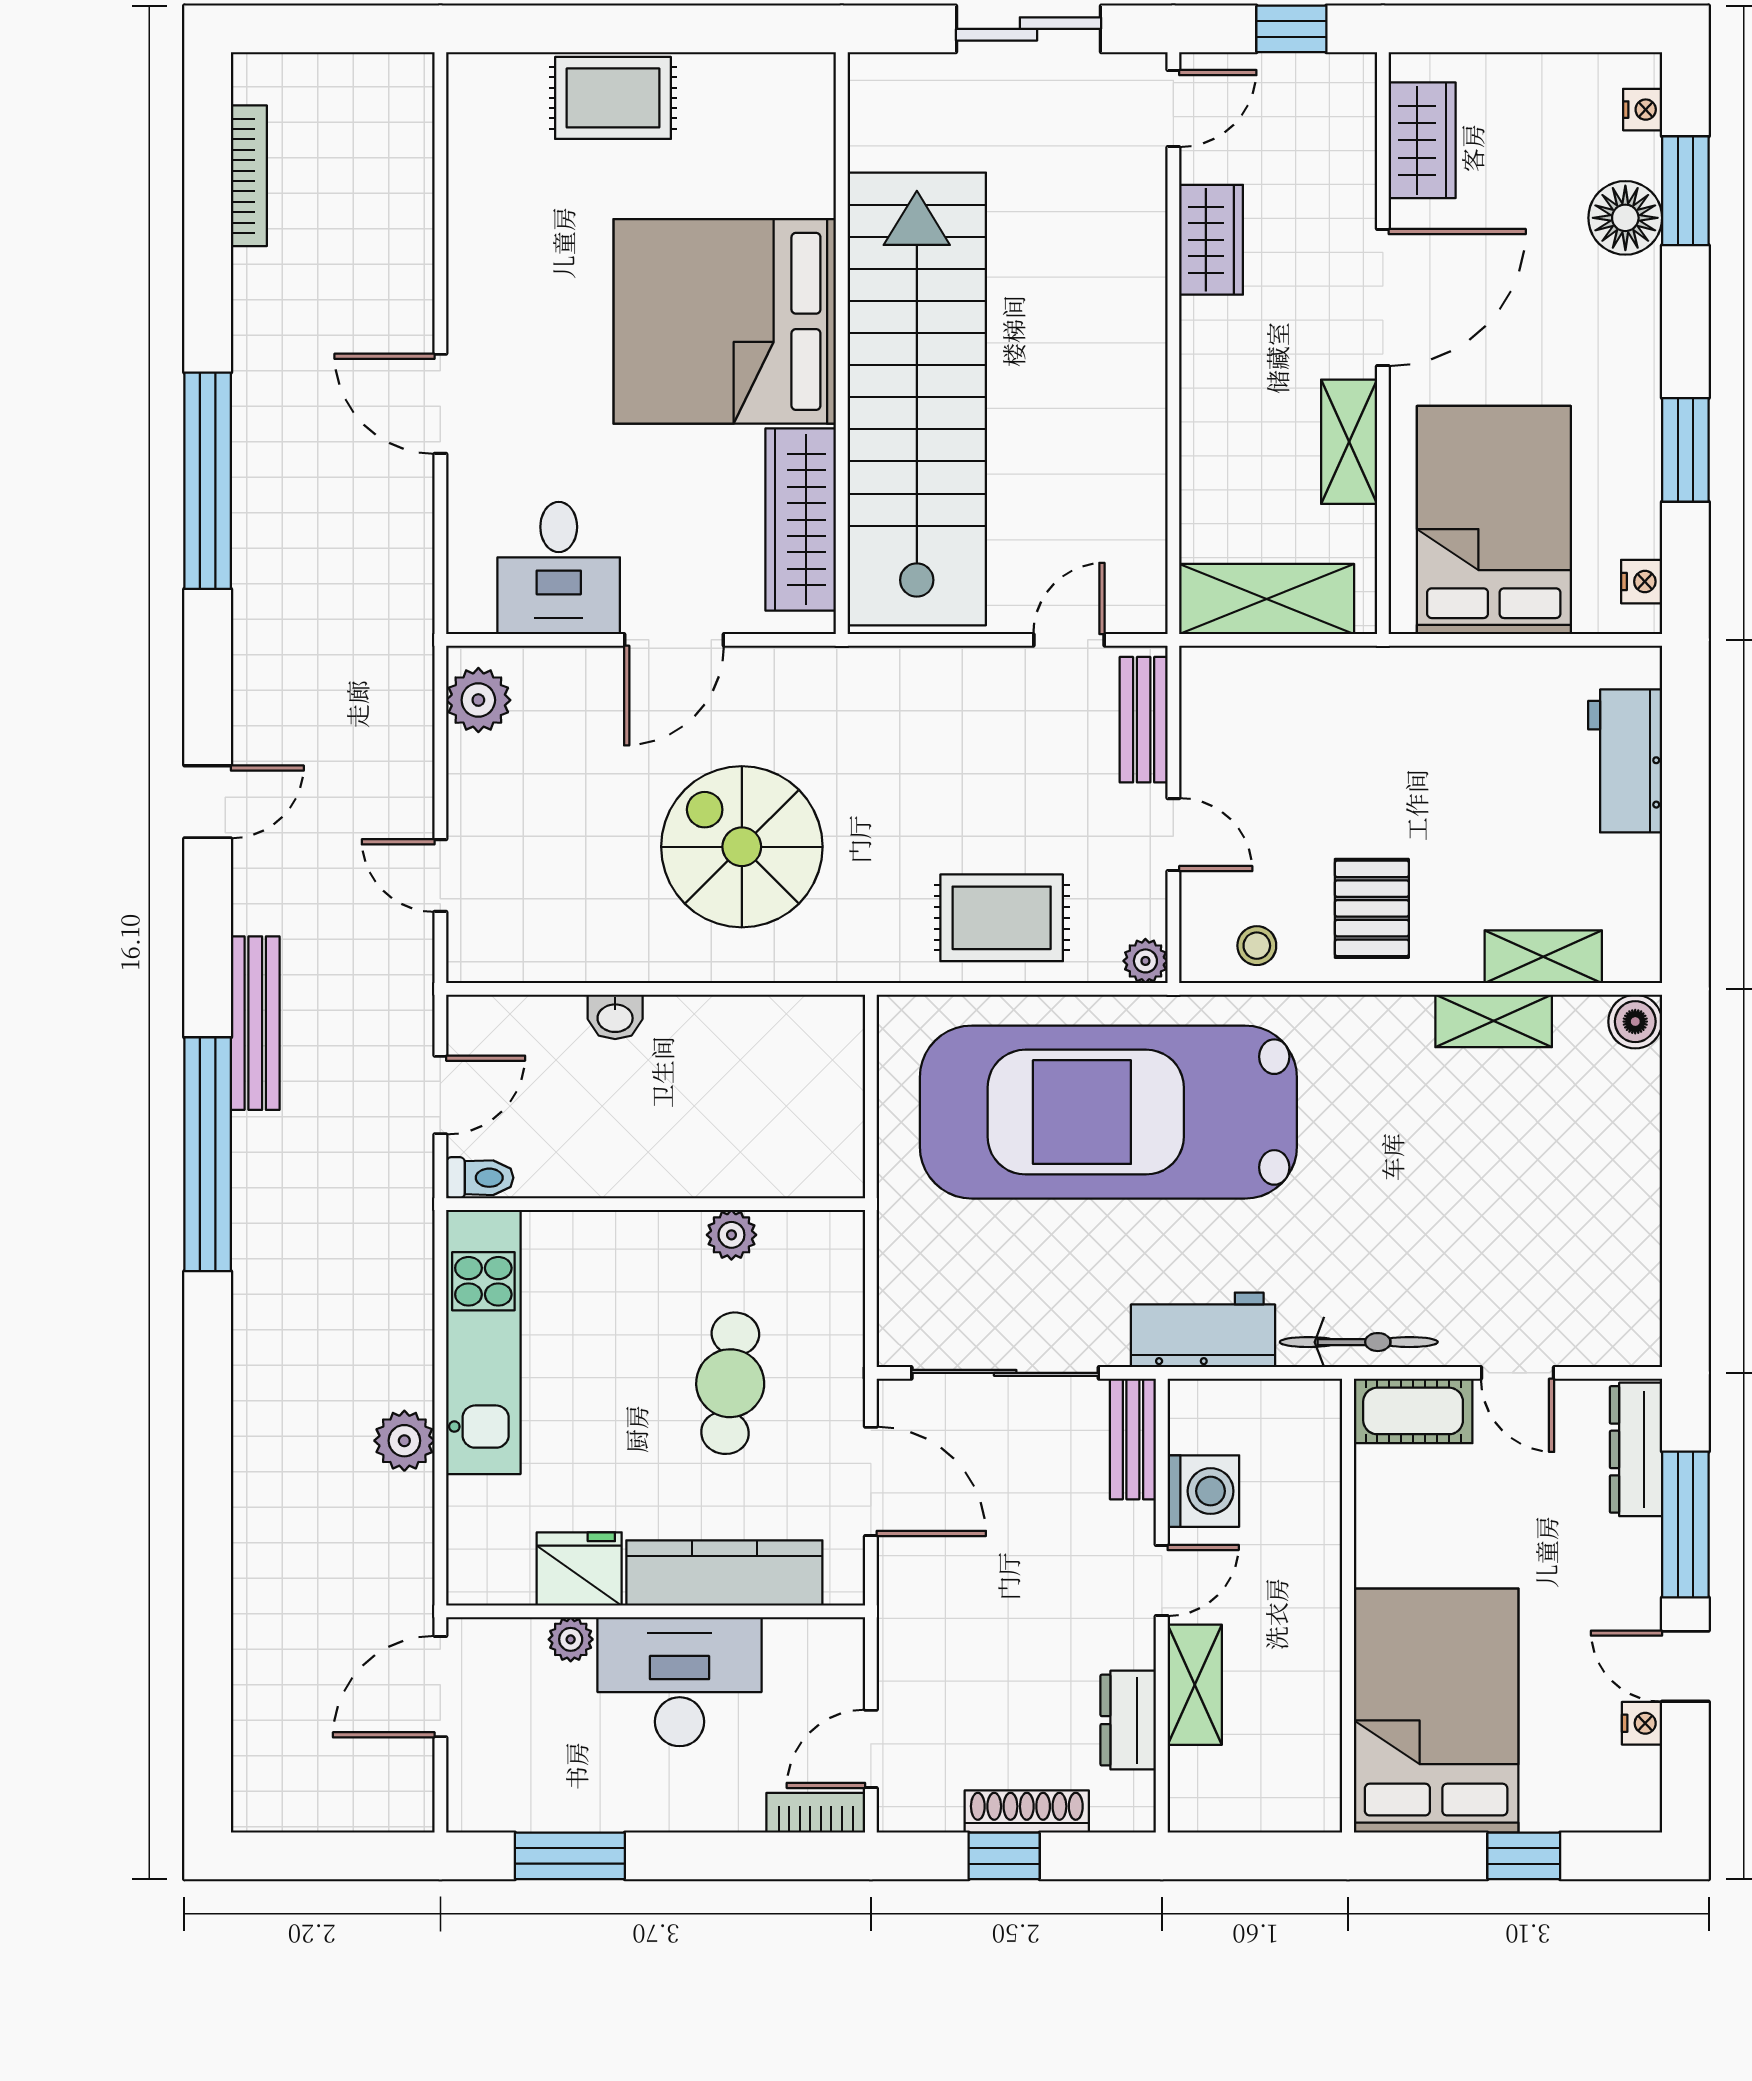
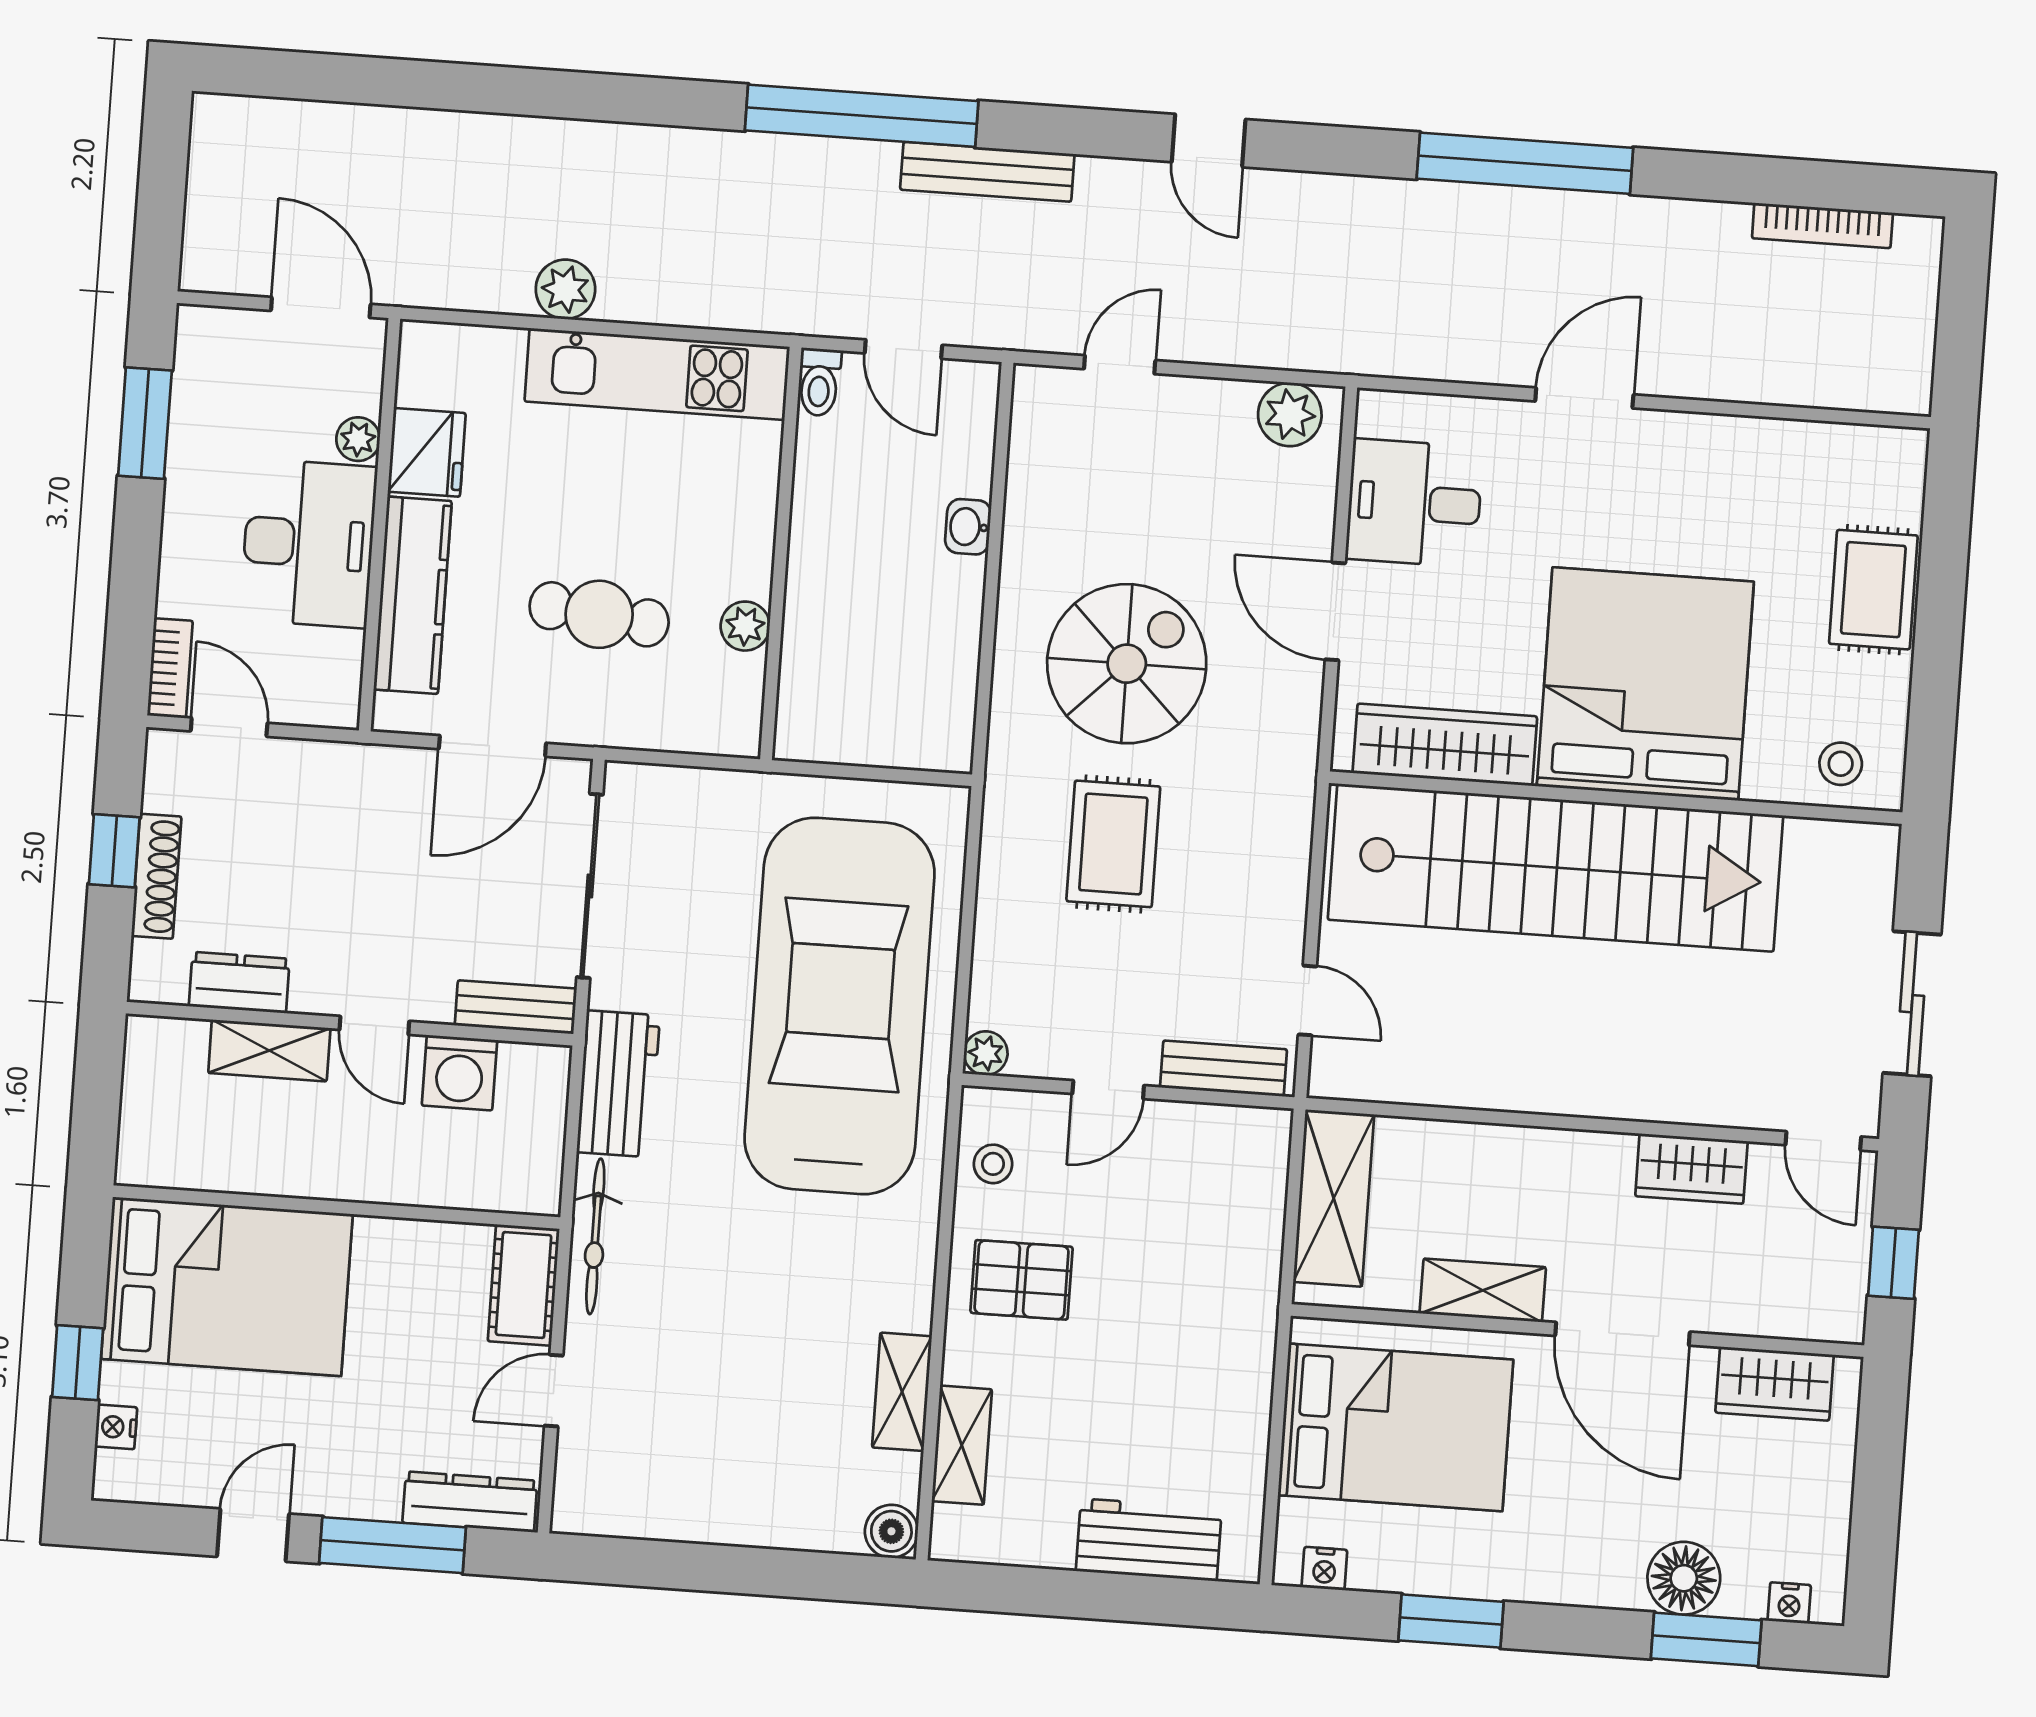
stool: (791, 118) -> (1841, 764), added
rug: (1002, 918) -> (1113, 844), moved
nightstand: (1642, 1723) -> (116, 1427), moved, turned 90

